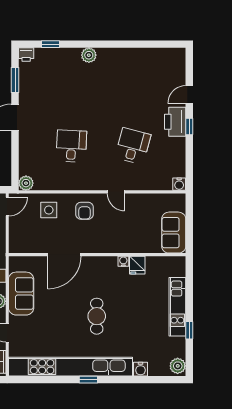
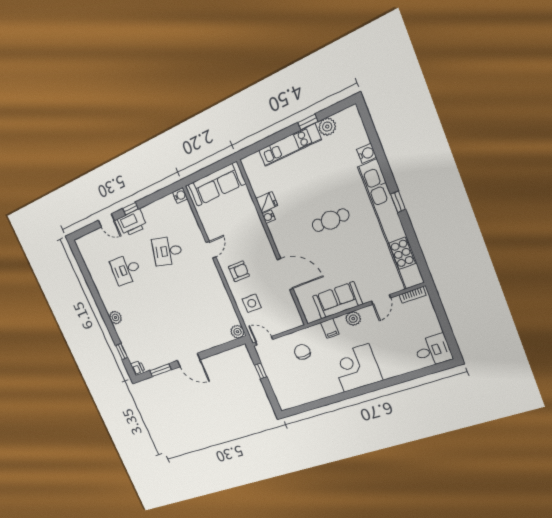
desk: (71, 146) -> (126, 270), moved
sofa: (174, 233) -> (217, 184), width x1.36
plant: (178, 366) -> (327, 127), moved

